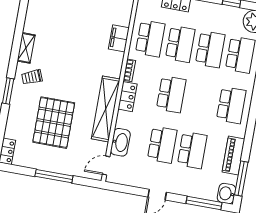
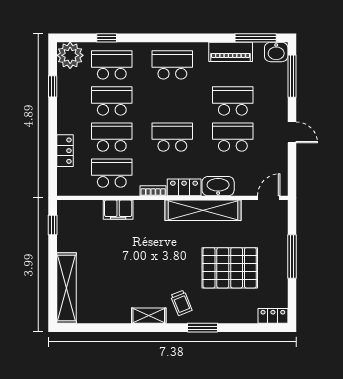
washbasin: (120, 142) -> (218, 186), moved
door: (106, 165) -> (269, 198), swing flipped

